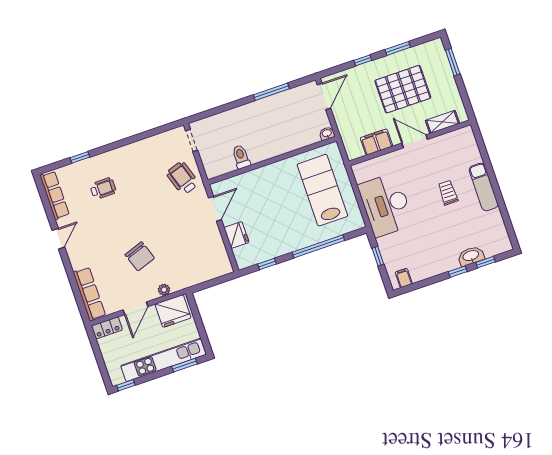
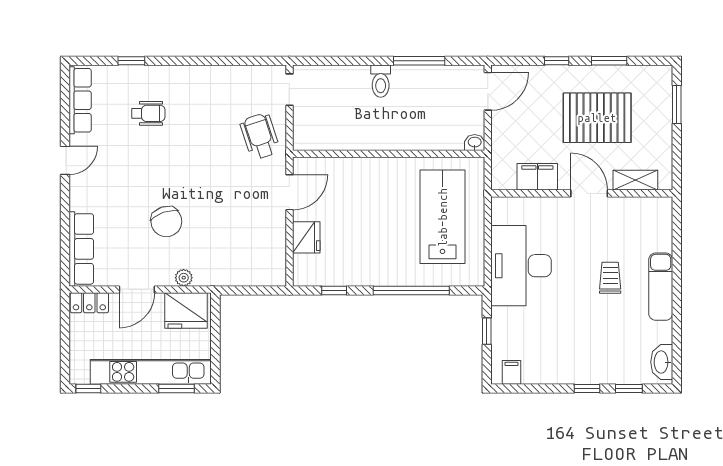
toilet: (241, 157) -> (381, 81), moved, turned 180
washbasin: (471, 256) -> (662, 362), moved, turned -90

